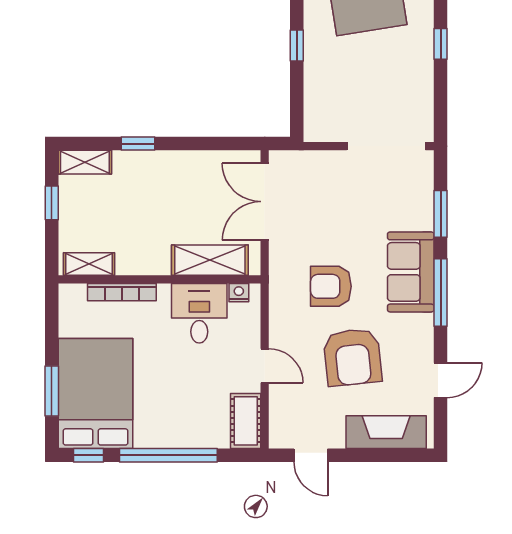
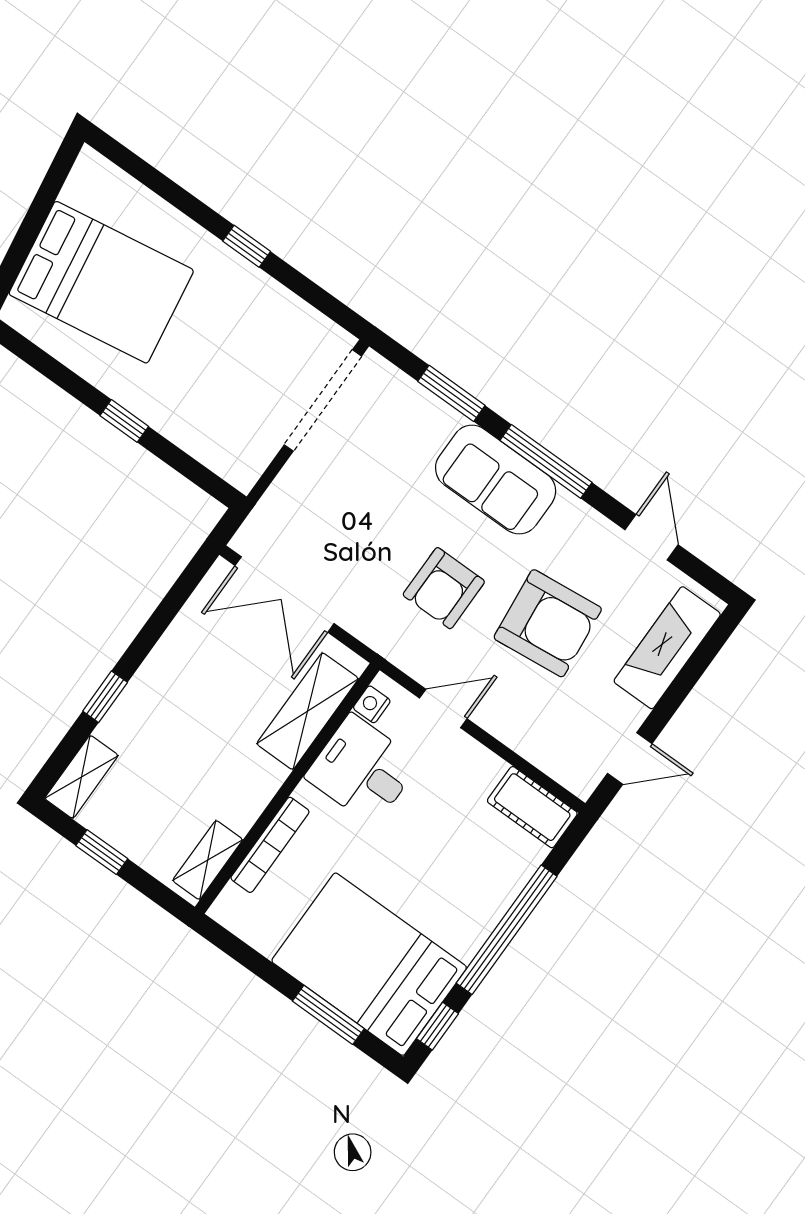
door: (265, 366) -> (443, 708), moved

